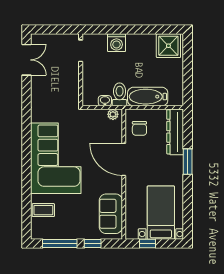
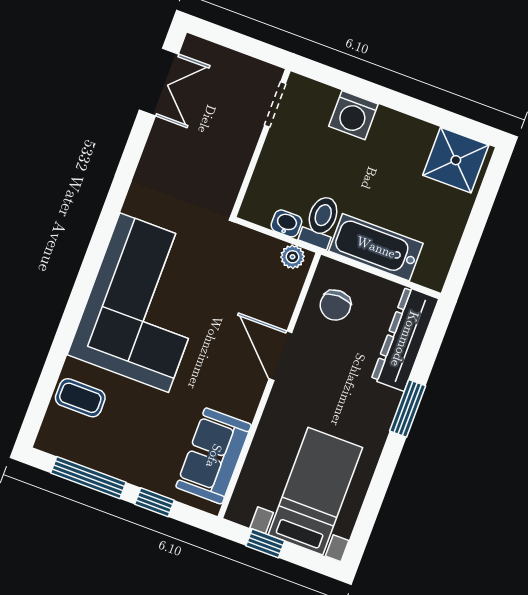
door: (124, 159) -> (280, 356), width x0.73

